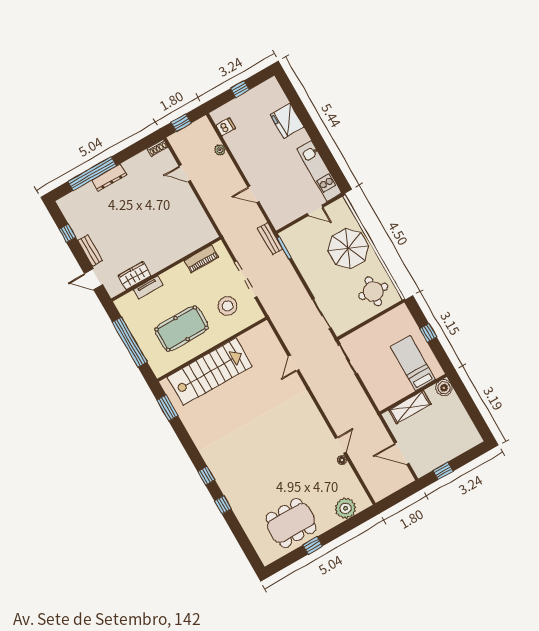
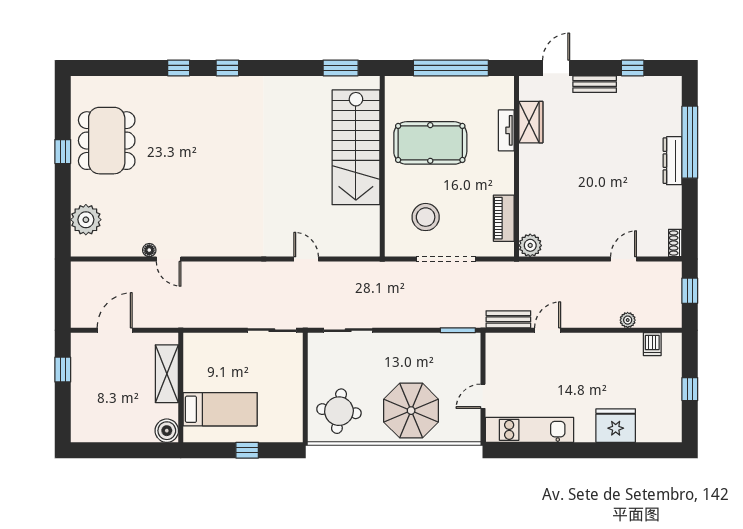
plant: (209, 234) -> (530, 245), added
bench: (270, 239) -> (508, 319), moved
pool table: (182, 329) -> (430, 143), turned 90

